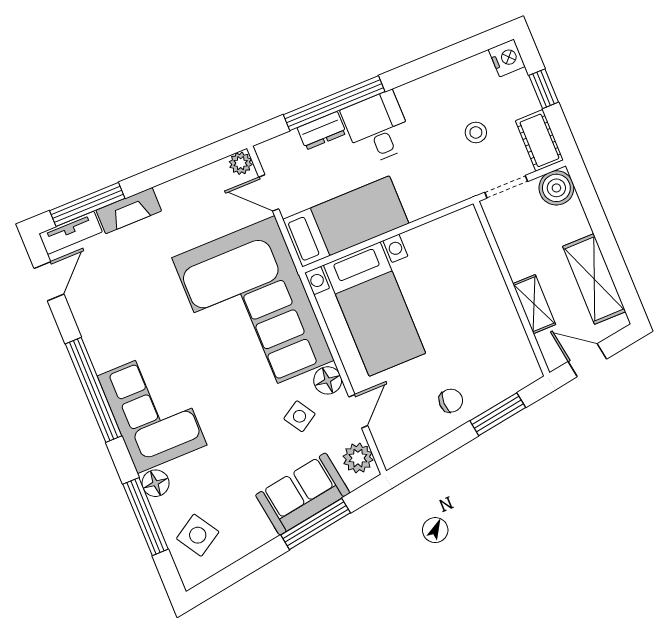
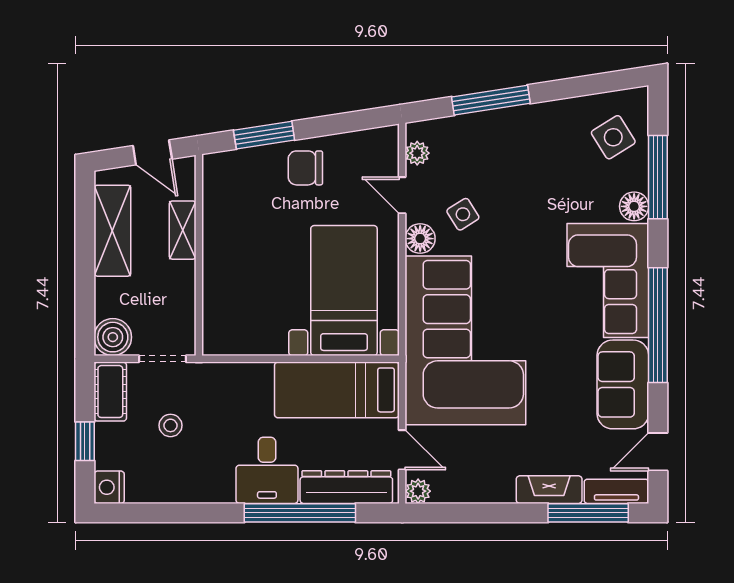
dresser: (322, 131) -> (346, 487), width x1.96, depth x1.24
chair: (451, 401) -> (305, 168), width x1.37, depth x1.37
door: (358, 411) -> (402, 195), hinge flipped
plant: (358, 458) -> (417, 153), width x0.73, depth x0.73
sofa: (303, 494) -> (623, 384), moved, turned 99

